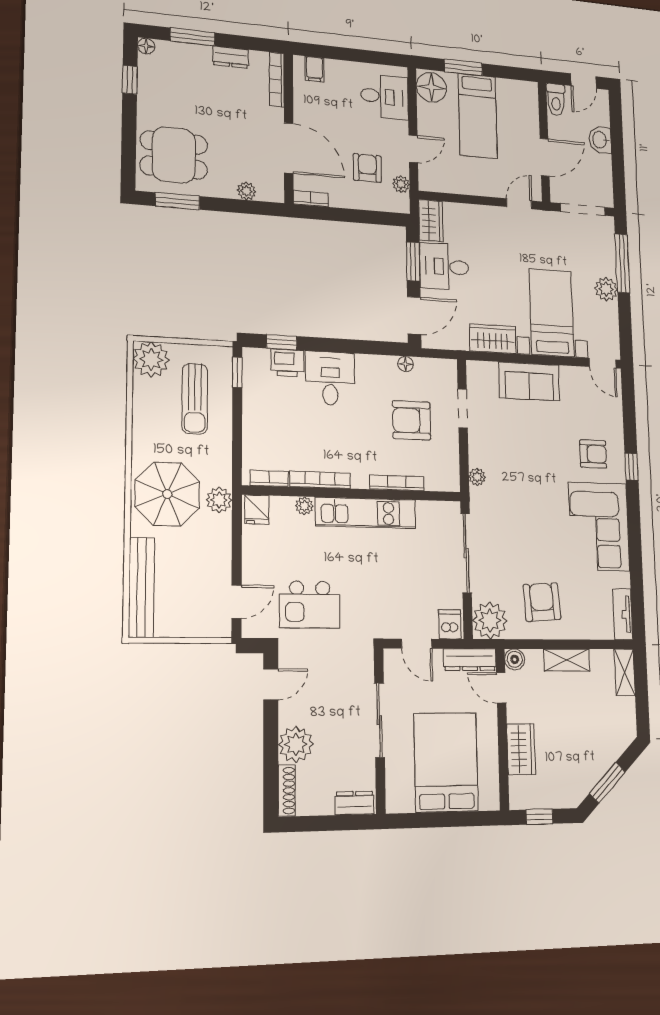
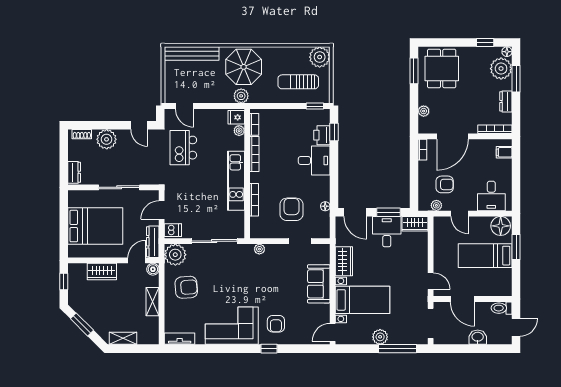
plant: (175, 59) -> (501, 69), added
door: (584, 81) -> (516, 327), swing flipped
plant: (304, 506) -> (239, 131), moved
shelving: (625, 672) -> (123, 338), moved
shoe rack: (287, 791) -> (82, 134), width x0.70

